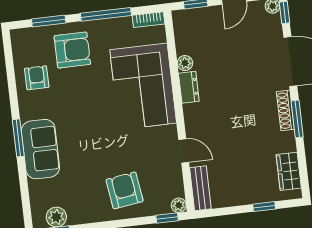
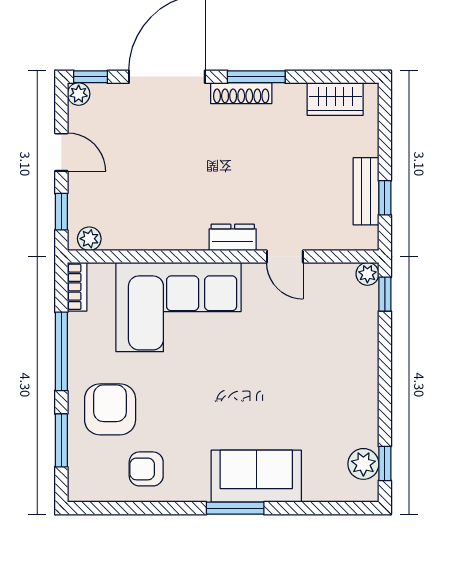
plant: (185, 63) -> (89, 239), moved
dresser: (189, 87) -> (233, 237), moved
door: (184, 151) -> (285, 256), swing flipped
bench: (200, 188) -> (366, 191), moved, turned 90
armchair: (125, 190) -> (335, 354), removed
window: (264, 207) -> (385, 198), moved

